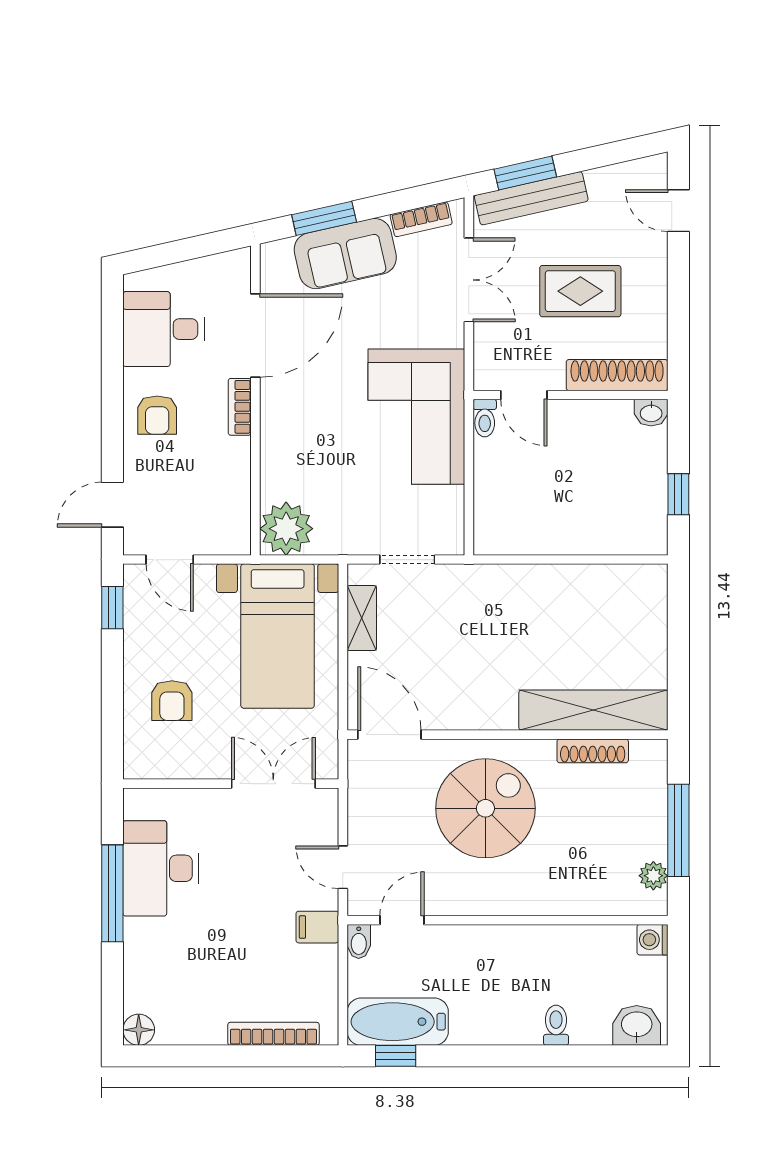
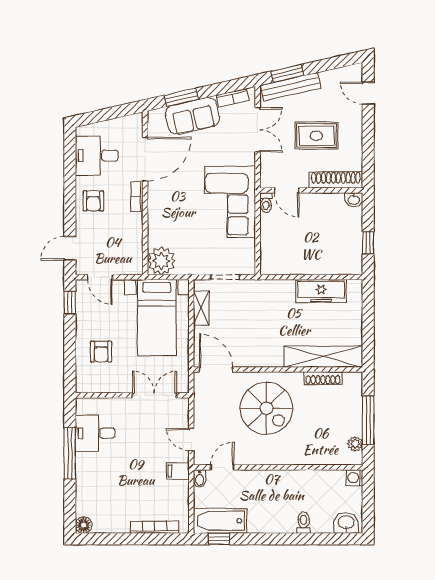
freezer: (589, 586) -> (321, 291), added
spiral stairs: (485, 808) -> (266, 408), turned 90
desk: (161, 868) -> (95, 433), width x0.73

